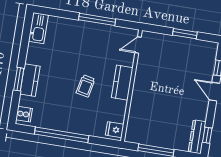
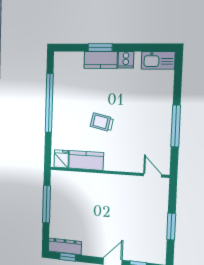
kitchen counter: (122, 83) -> (86, 160), moved
cooker: (24, 114) -> (126, 60), moved

